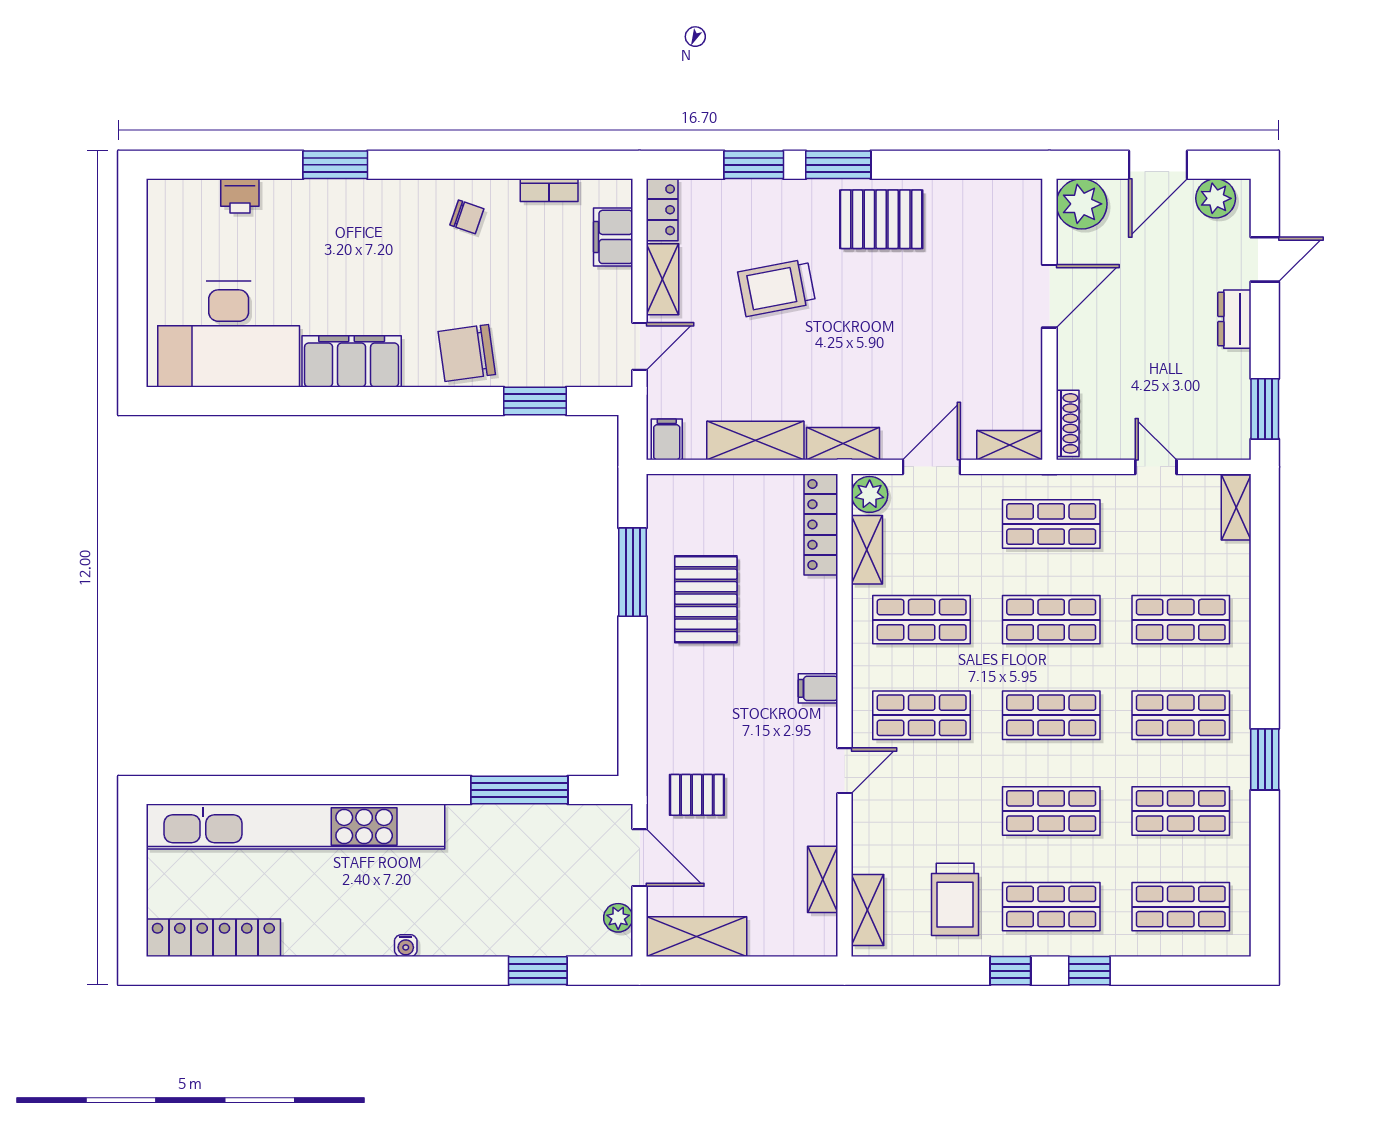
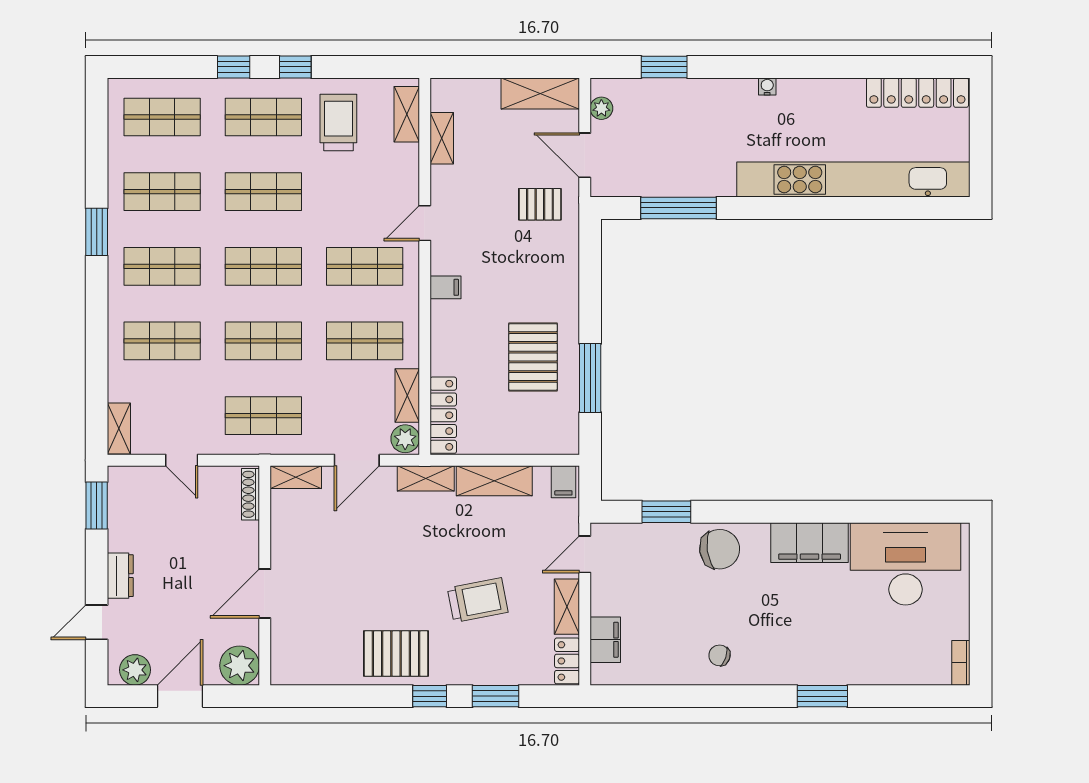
window: (838, 165) -> (430, 696), width x0.67
bookcase: (549, 190) -> (961, 663), moved, turned -90
printer: (240, 196) -> (897, 672), removed

